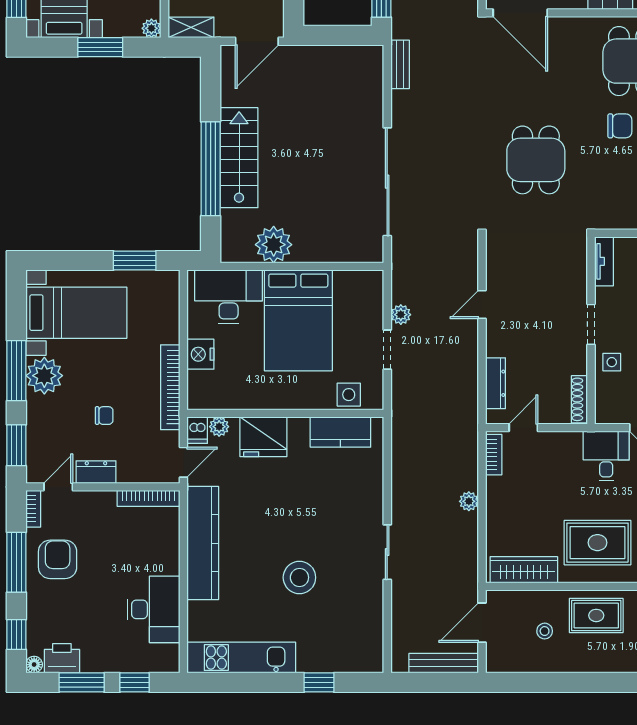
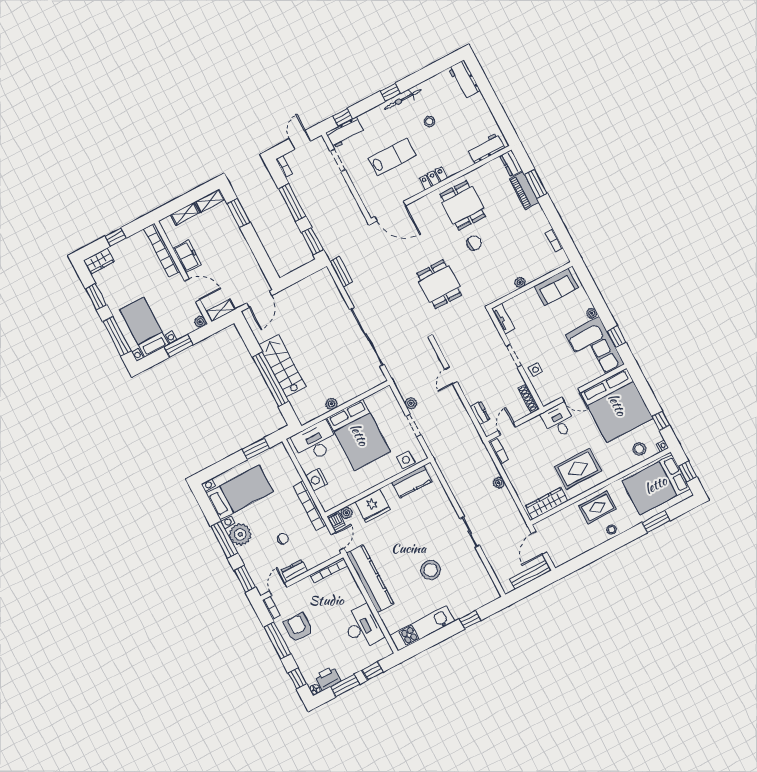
plant: (274, 245) -> (331, 404), width x0.53, depth x0.53
dresser: (496, 383) -> (480, 413), width x0.70
stool: (545, 631) -> (611, 530), moved

